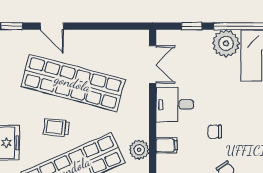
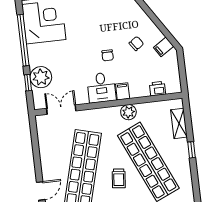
plant: (226, 43) -> (41, 77), moved
desk: (175, 104) -> (101, 87), moved

